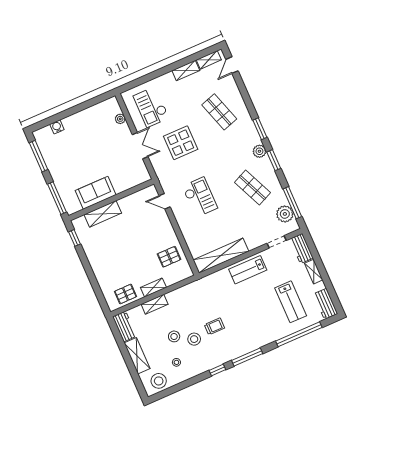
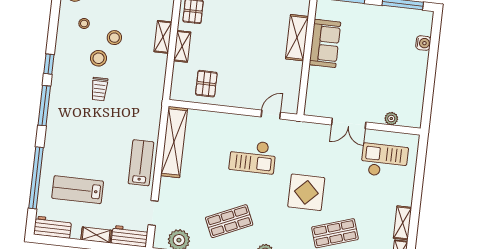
display table: (181, 143) -> (306, 192), moved

